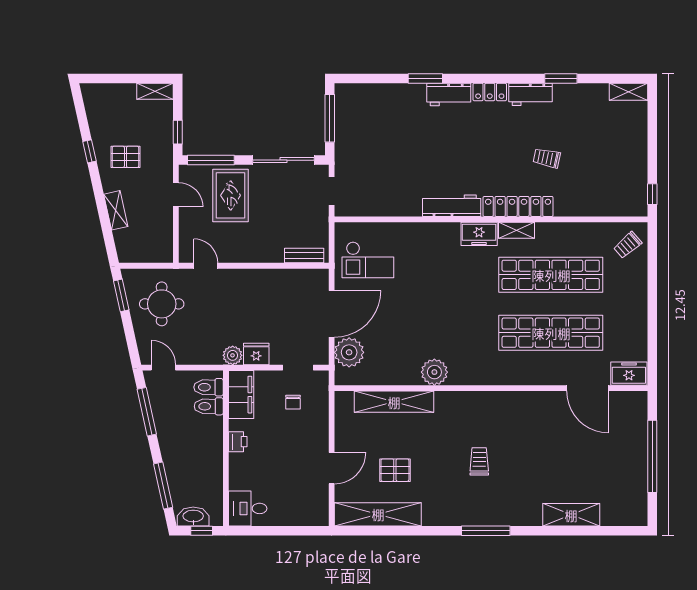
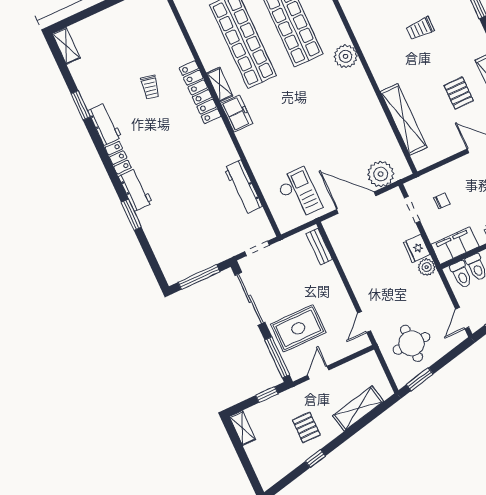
workbench: (452, 206) -> (243, 187), moved
shelving: (116, 210) -> (358, 408), width x1.50, depth x1.33
plant: (434, 372) -> (346, 56), moved

